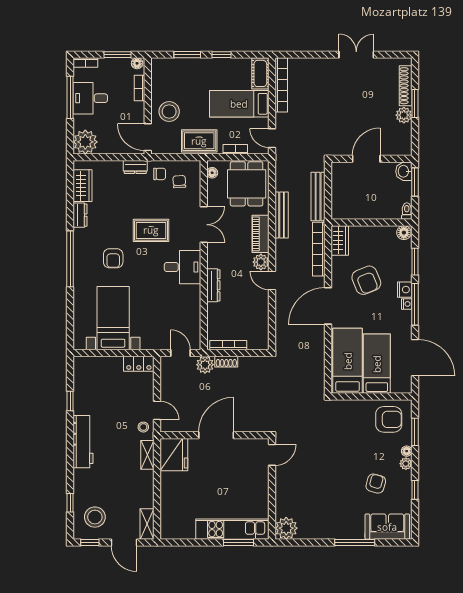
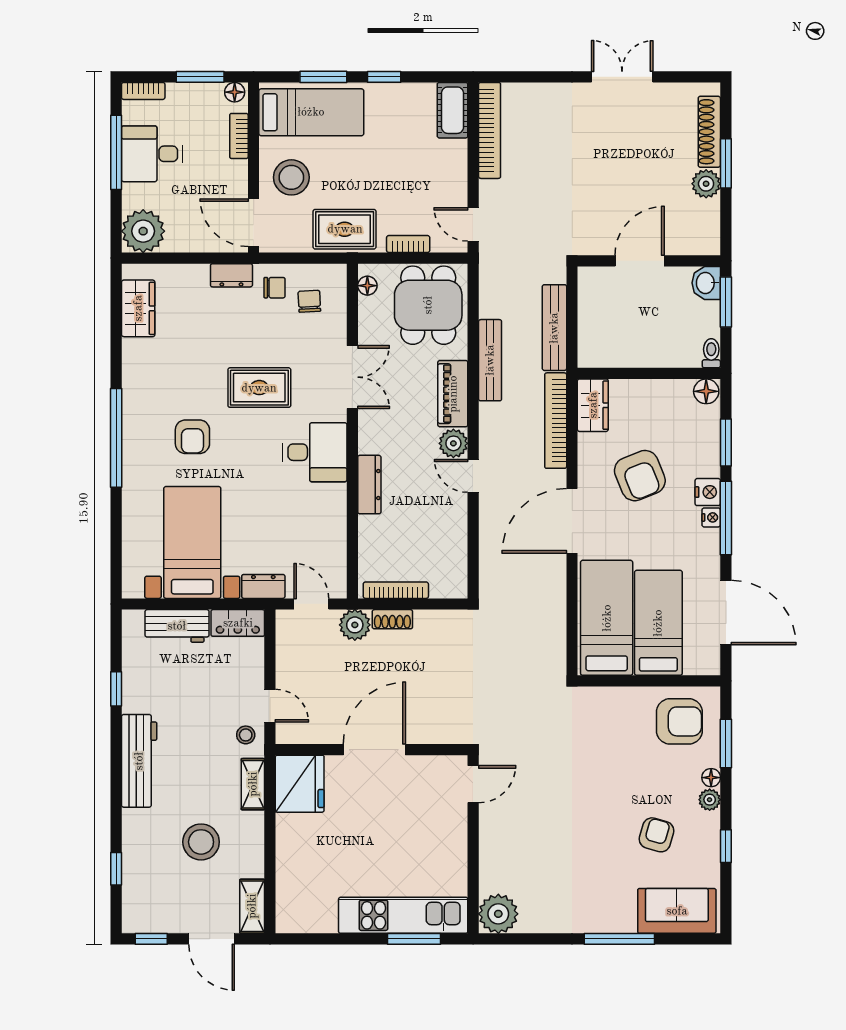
bed: (239, 104) -> (311, 112), moved, turned 180
dresser: (80, 215) -> (263, 586), moved, turned -90
workbench: (104, 365) -> (177, 626), added
stool: (95, 517) -> (201, 842), moved

